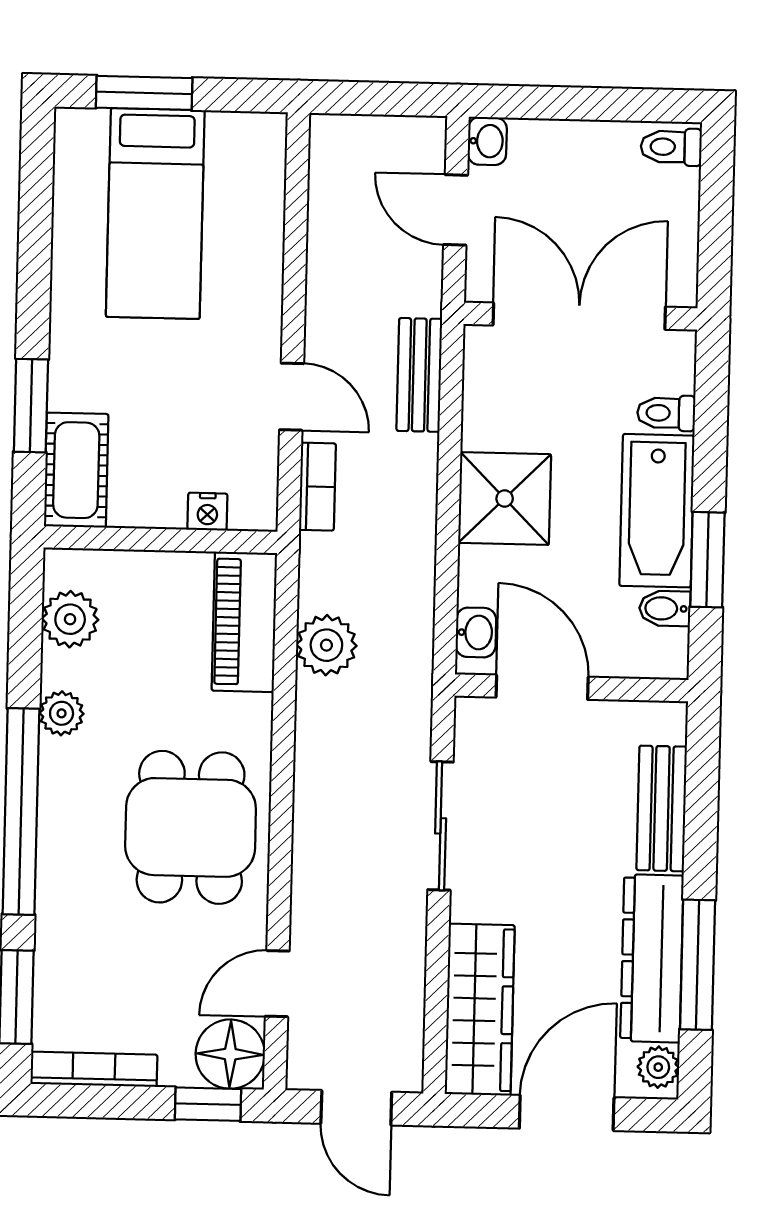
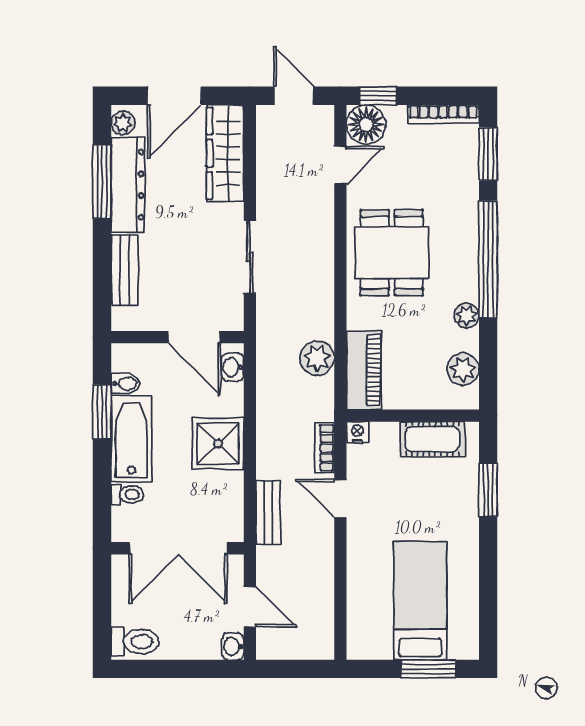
toilet: (671, 147) -> (135, 642), width x1.37, depth x1.39
cot: (76, 470) -> (432, 439), moved, turned 90
nightstand: (207, 512) -> (358, 432), moved

